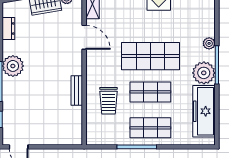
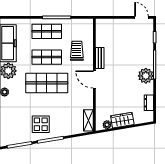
door: (84, 37) -> (94, 79), moved

